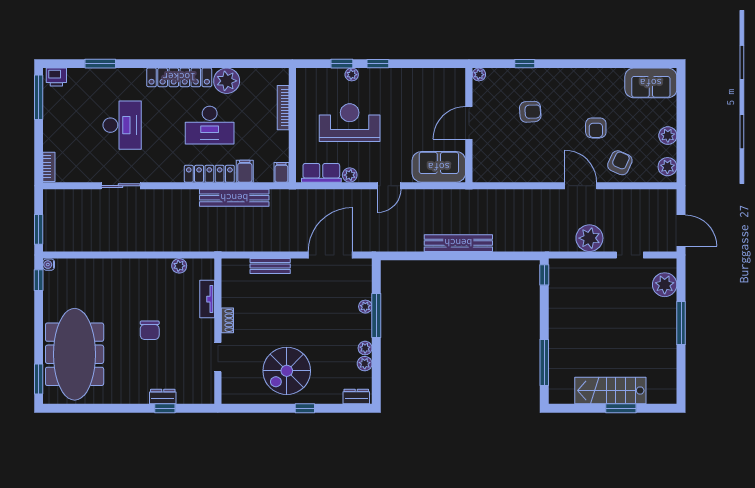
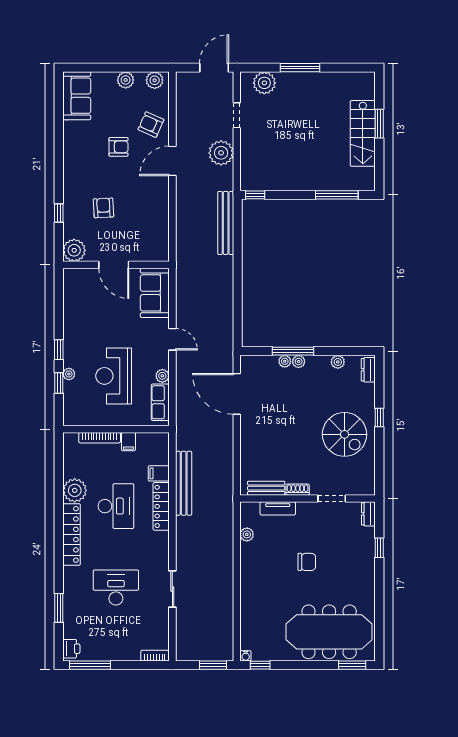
plant: (479, 75) -> (74, 250), width x1.88, depth x1.88
filing cabinet: (281, 172) -> (128, 442), moved, turned -90
bench: (458, 243) -> (226, 223), moved
bench: (270, 266) -> (266, 488), moved, turned 90
plant: (365, 348) -> (299, 362), moved
dresser: (163, 397) -> (368, 514), moved

